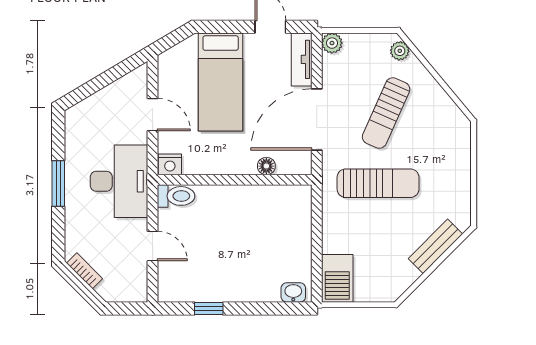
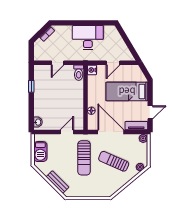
desk: (119, 181) -> (88, 38), moved, turned 180
window: (58, 183) -> (84, 23), removed
door: (317, 224) -> (67, 132), added
barbecue: (337, 278) -> (40, 152), moved, turned -90

